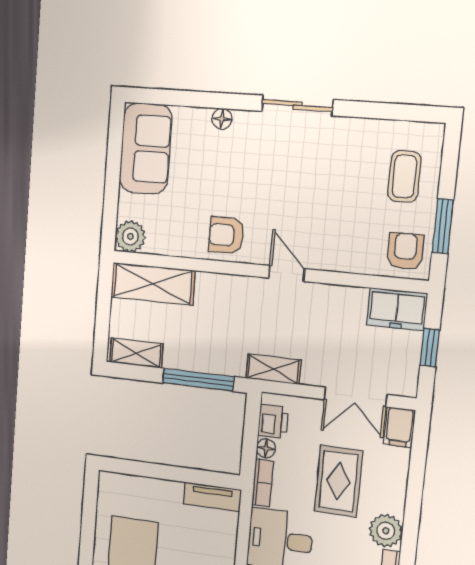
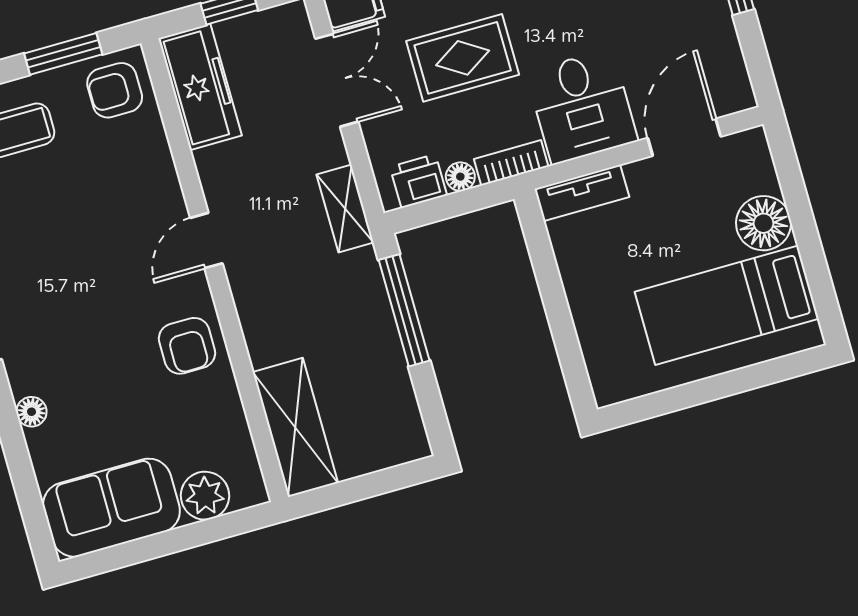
plant: (130, 236) -> (205, 496), moved
freezer: (397, 309) -> (200, 87), width x1.40
shelving: (136, 353) -> (403, 416), removed
tv unit: (212, 497) -> (582, 193), moved, turned 90

